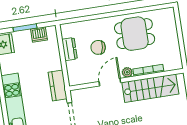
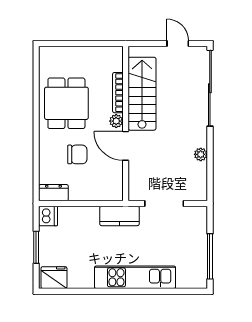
dishwasher: (39, 35) -> (48, 216), moved
chair: (98, 47) -> (77, 154), turned -101
dresser: (69, 49) -> (53, 193), moved

